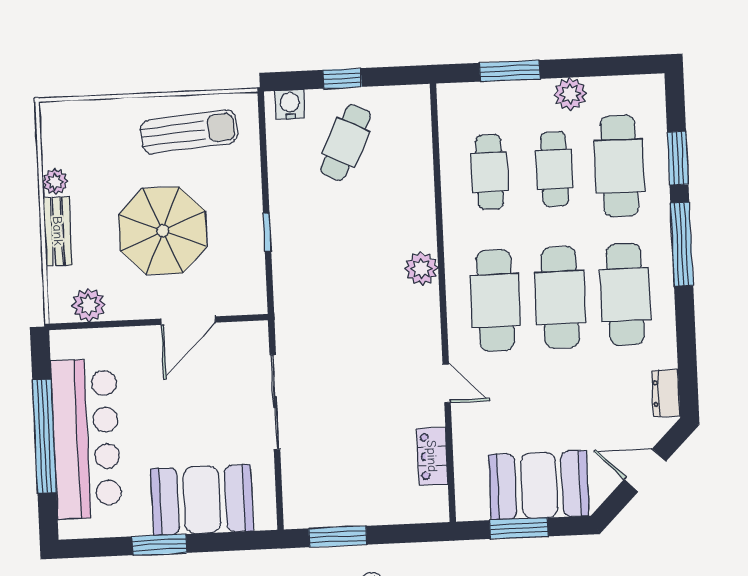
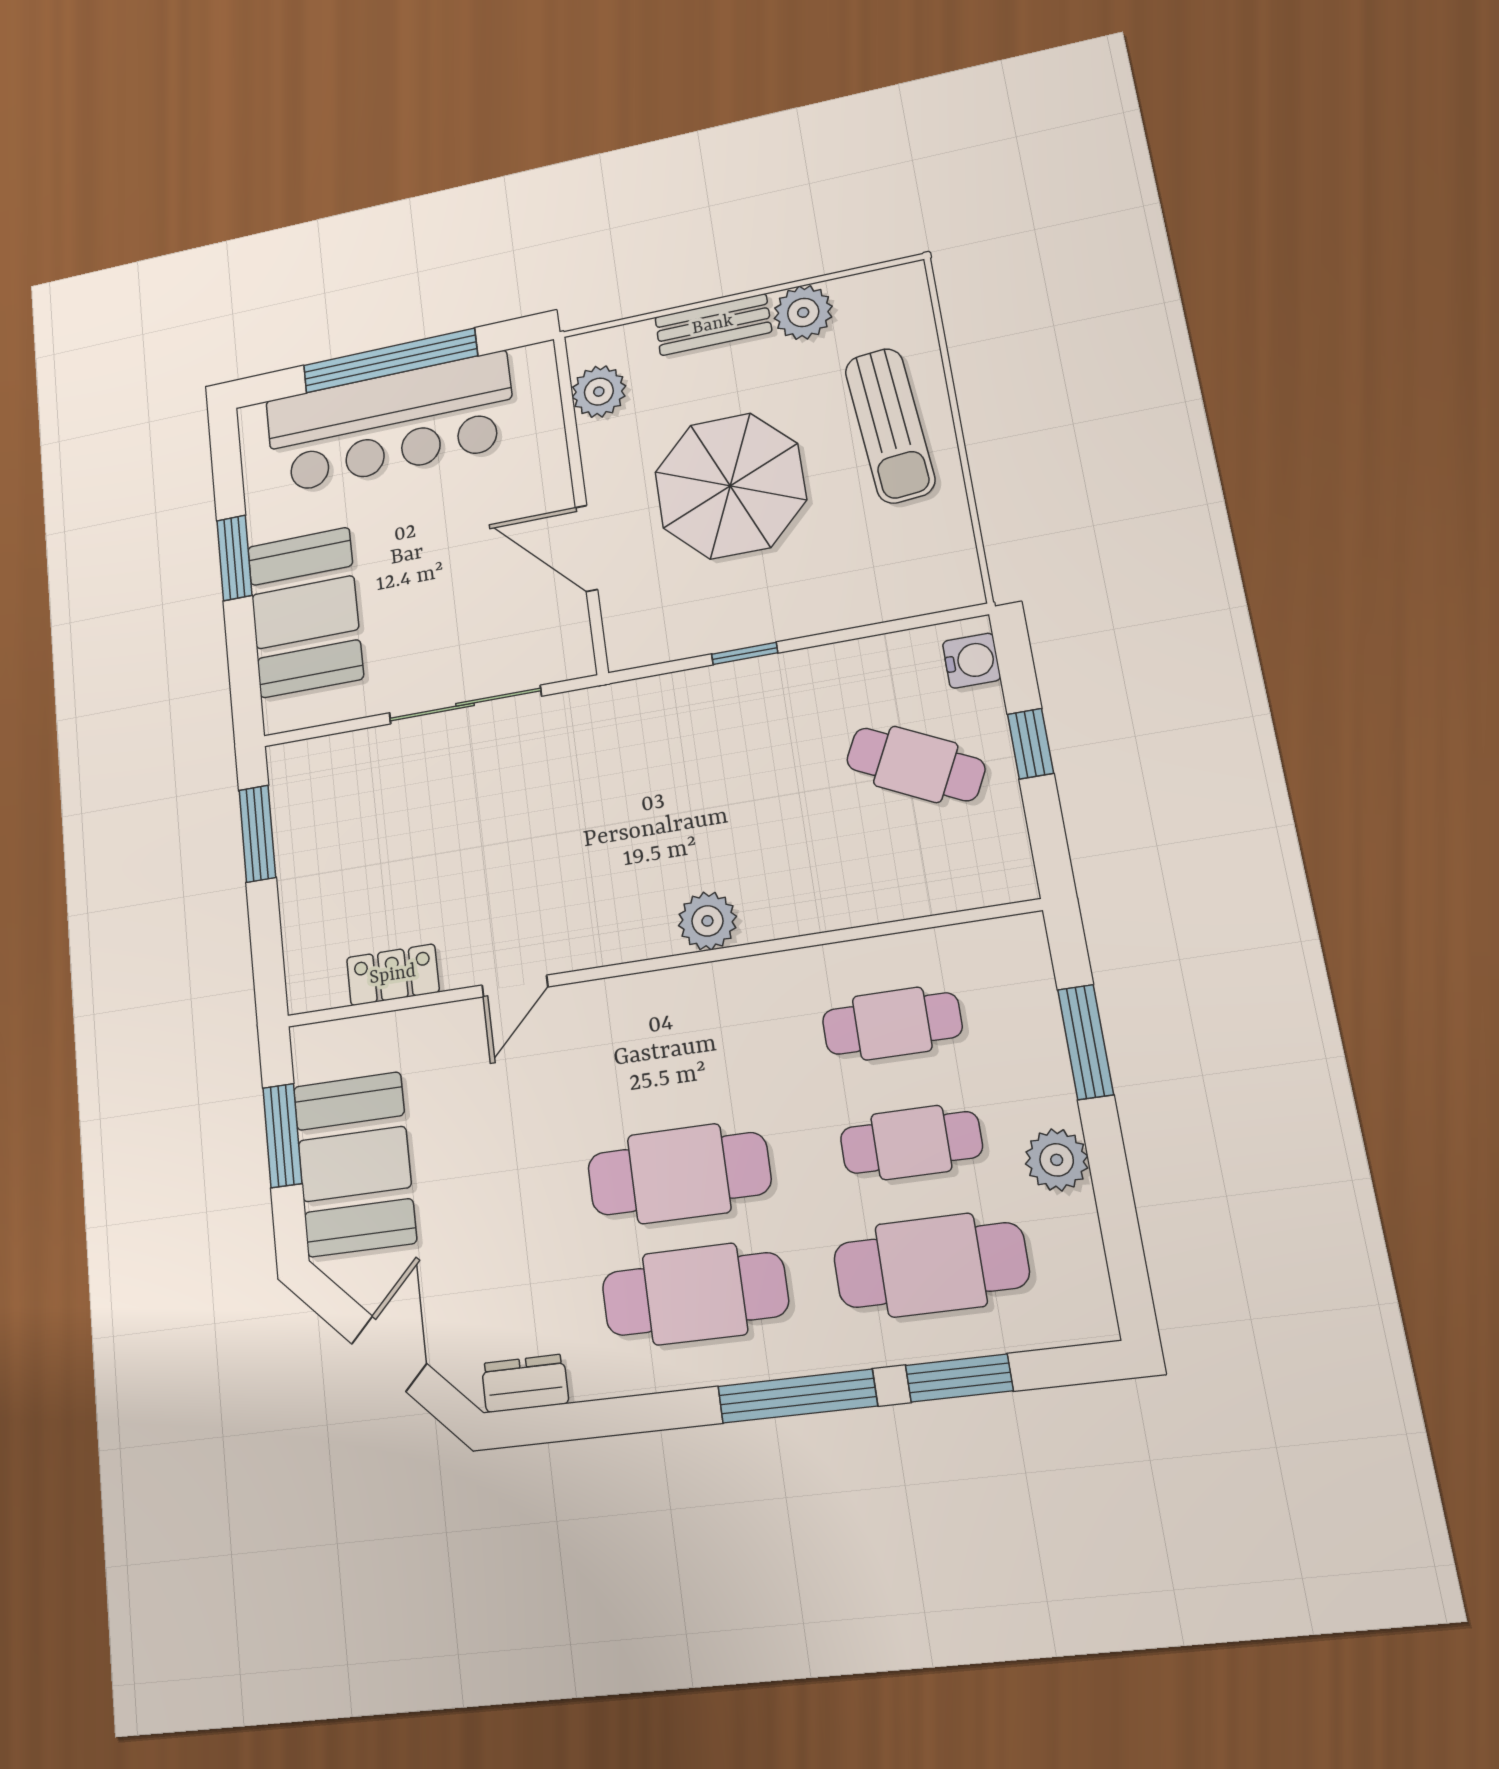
sun lounger: (189, 132) -> (890, 425), moved
plant: (55, 182) -> (803, 312), width x1.38, depth x1.38
cafe table: (495, 300) -> (664, 1057), removed

